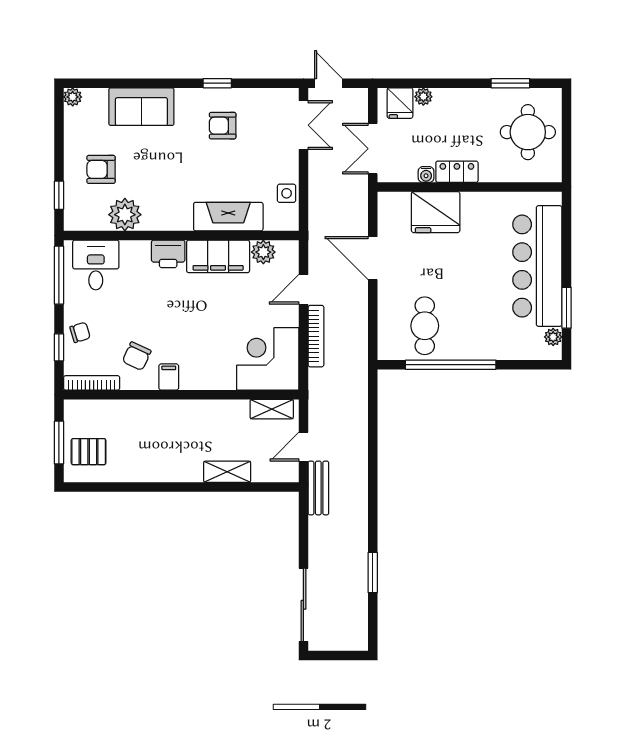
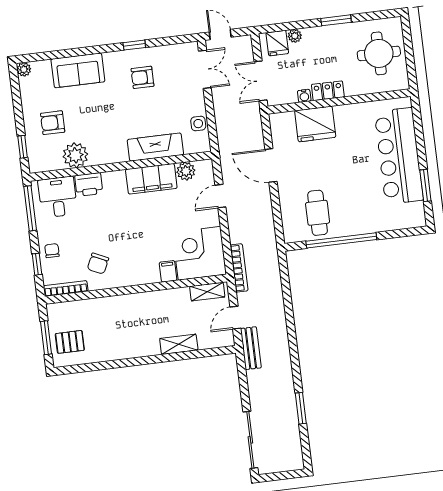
window: (510, 83) -> (336, 20), moved
printer: (168, 254) -> (89, 184), moved
chair: (80, 332) -> (52, 251), turned -73
bookcase: (316, 336) -> (239, 268), moved
plant: (553, 337) -> (418, 209), removed
filing cabinet: (169, 377) -> (168, 271), moved

